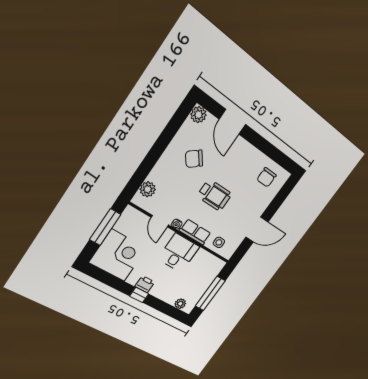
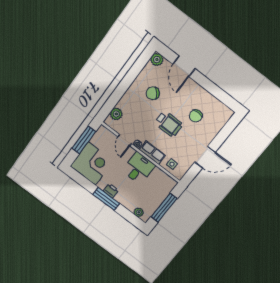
chair: (267, 177) -> (196, 116), moved
window: (139, 295) -> (106, 199), width x2.17

